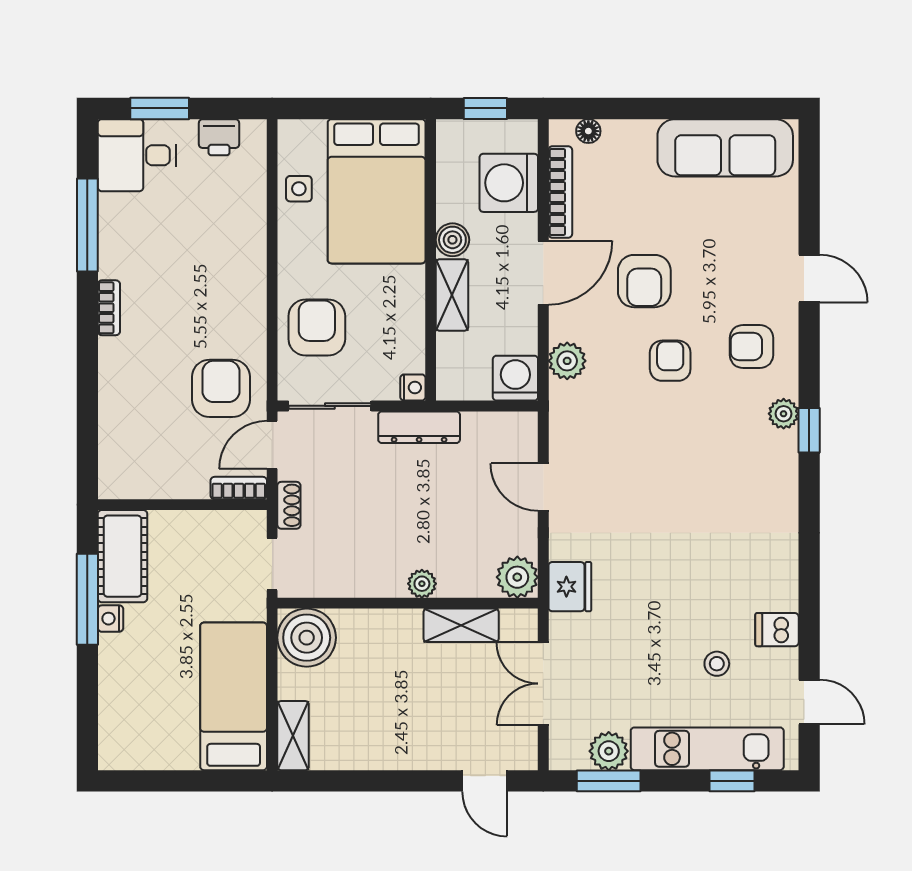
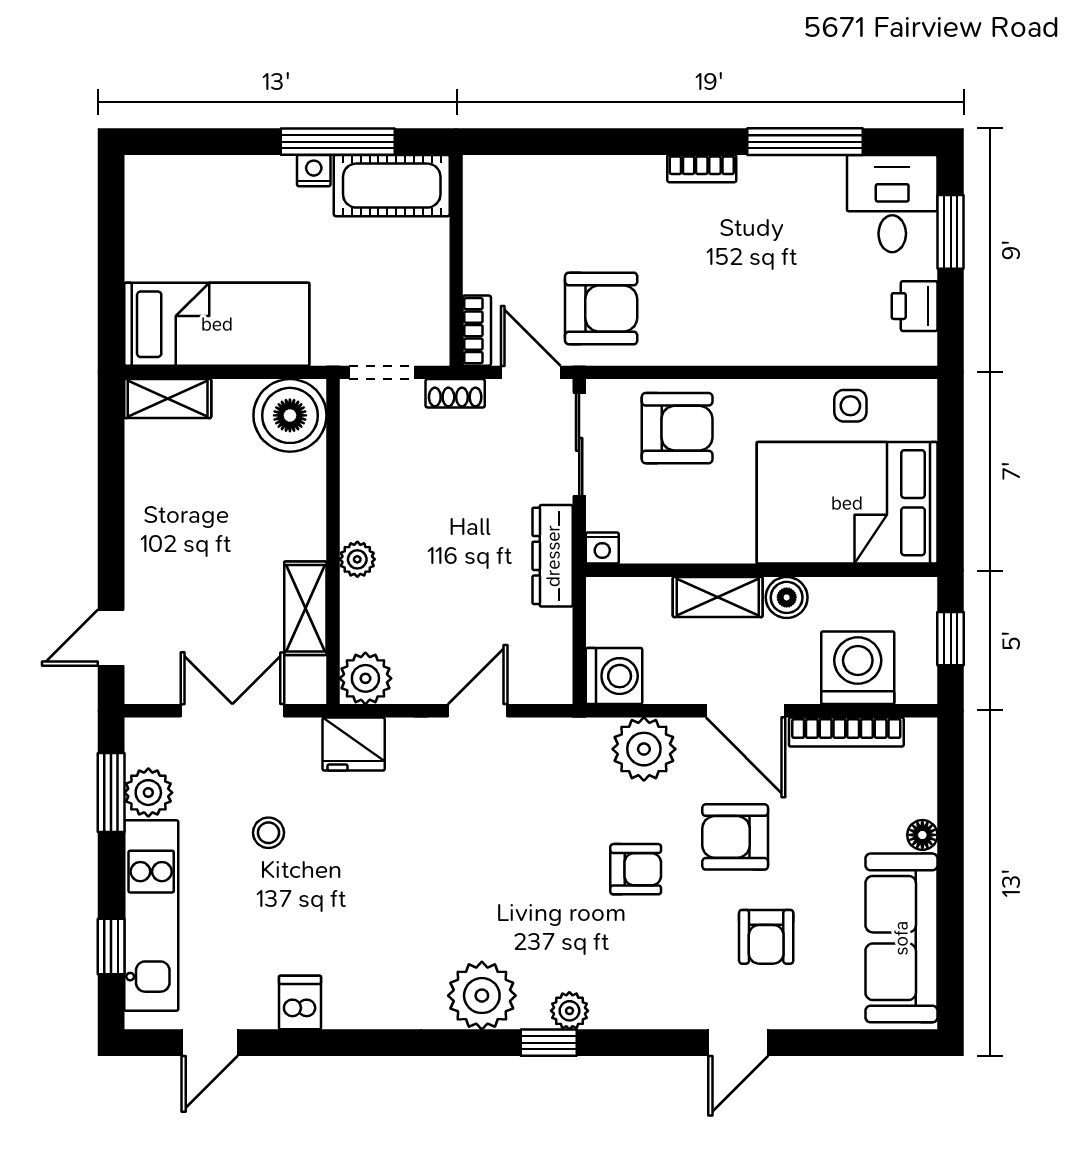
floor lamp: (588, 131) -> (922, 835), moved
armchair: (751, 346) -> (766, 937), moved, turned 180
plant: (567, 361) -> (644, 749), width x1.36, depth x1.36
plant: (771, 484) -> (482, 996), added
stool: (717, 664) -> (268, 833), moved

